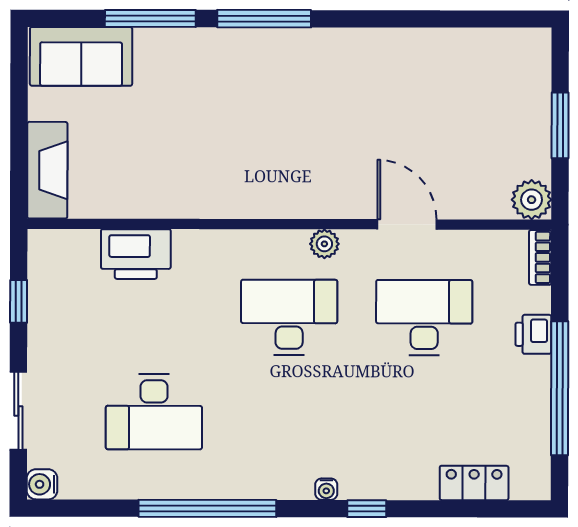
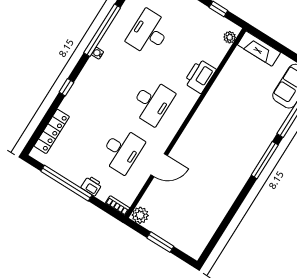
plant: (324, 244) -> (230, 37), moved
printer: (136, 254) -> (200, 76), moved
locker: (474, 483) -> (52, 131), width x1.53
water cooler: (326, 489) -> (98, 53), moved

